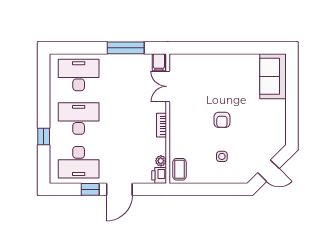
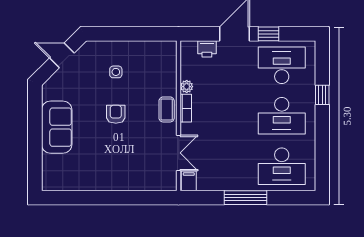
window: (126, 48) -> (245, 198), moved
sofa: (273, 76) -> (57, 127), moved
plant: (161, 161) -> (187, 87), moved
coffee table: (179, 169) -> (167, 109), moved
printer: (159, 175) -> (207, 49), moved, turned 90

